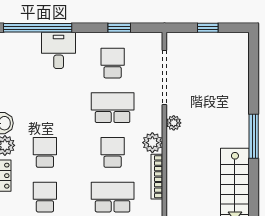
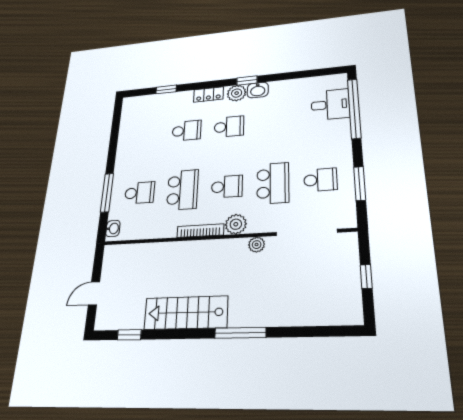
window: (119, 28) -> (360, 183), width x1.50
desk: (59, 50) -> (330, 105), moved

